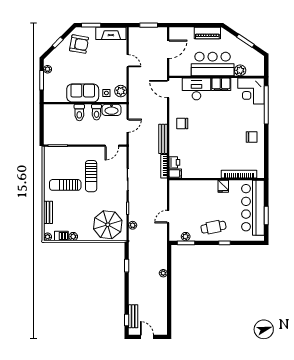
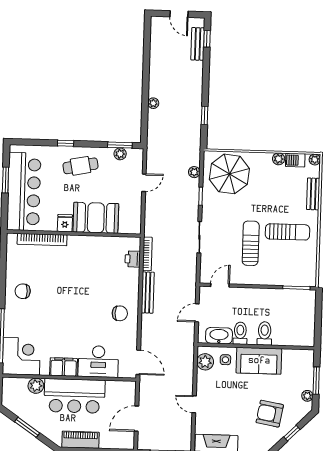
armchair: (79, 44) -> (270, 414), moved
filing cabinet: (175, 173) -> (132, 243), removed
booth: (201, 191) -> (96, 218), added

